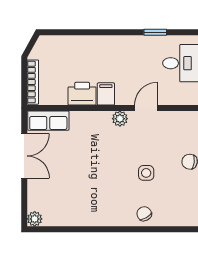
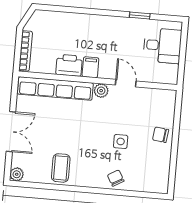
door: (146, 108) -> (126, 83), hinge flipped
row of seats: (48, 121) -> (55, 88), width x2.02
double door: (24, 156) -> (11, 132), moved
coffee table: (83, 208) -> (61, 168), added

